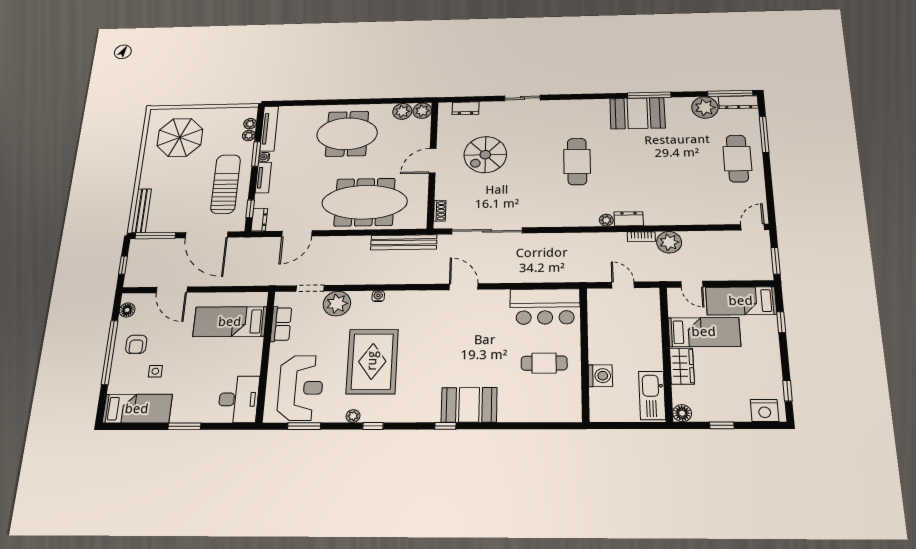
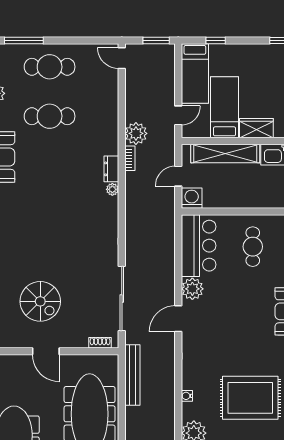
cafe table: (577, 161) -> (50, 116), moved
plant: (497, 301) -> (192, 289), added
shelving: (651, 333) -> (225, 153), added
washing machine: (600, 376) -> (192, 198), moved

